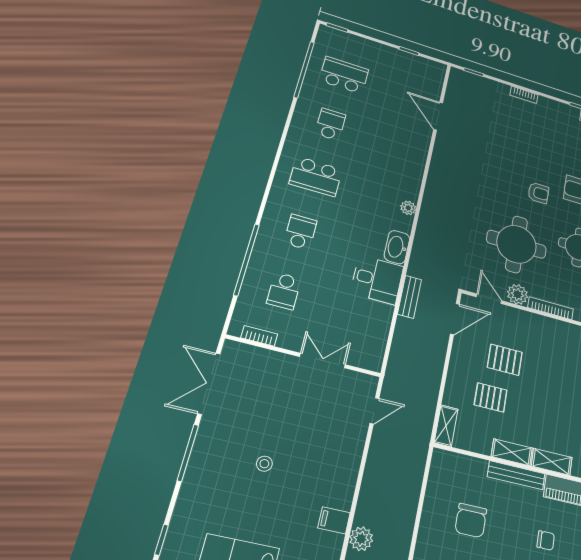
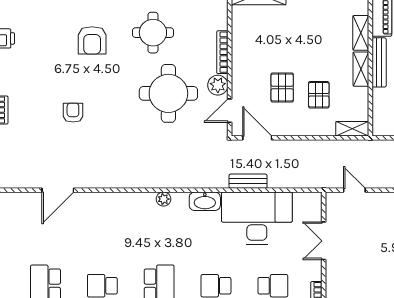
armchair: (538, 193) -> (73, 113), moved
desk: (377, 280) -> (257, 218), width x1.87, depth x1.30

